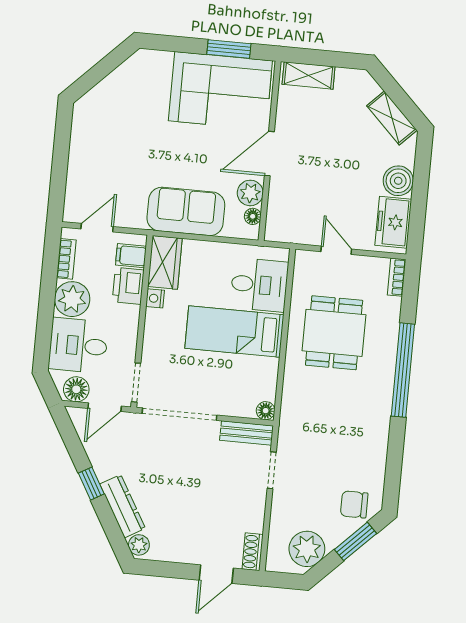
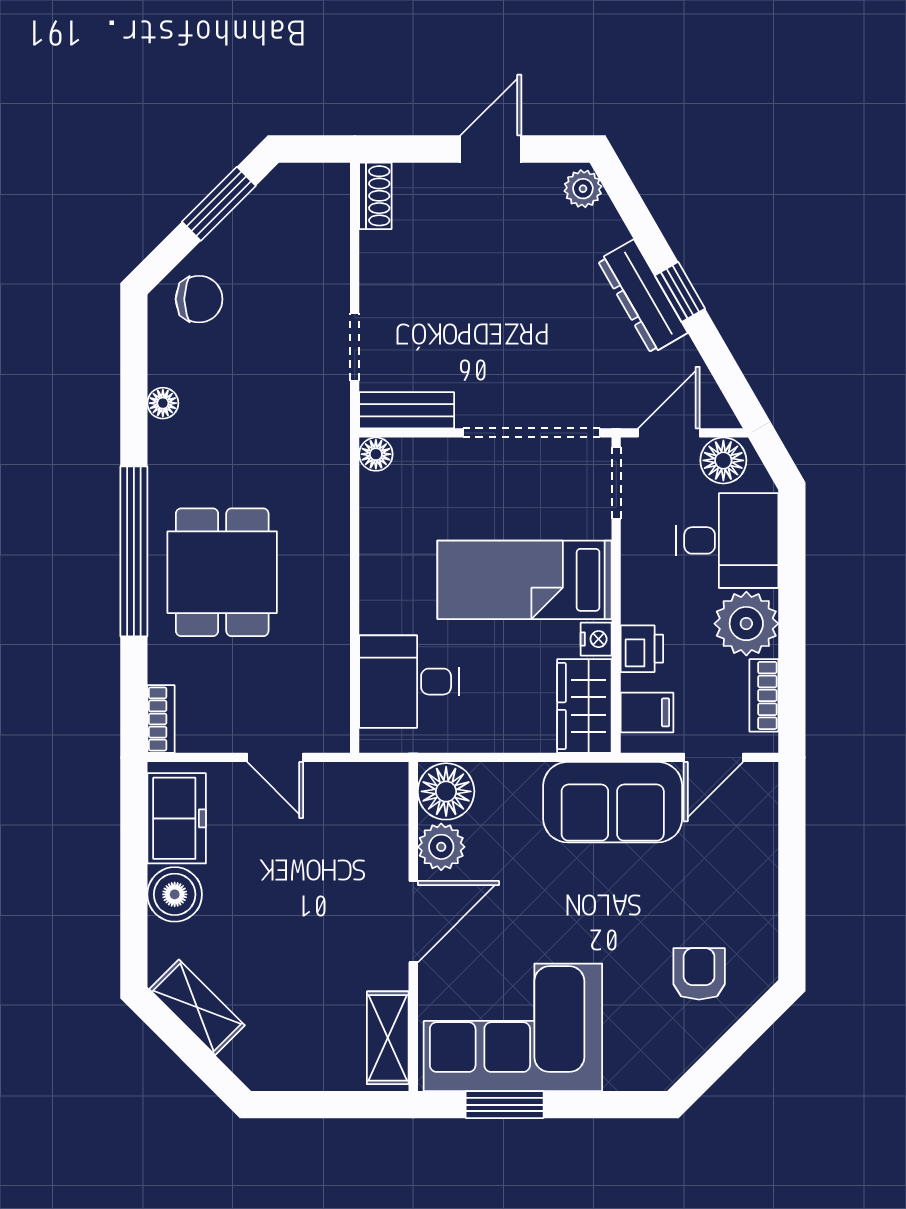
shelving: (309, 75) -> (388, 1038), moved, turned 90
armchair: (116, 110) -> (699, 974), added
sofa: (186, 211) -> (613, 802), moved
floor lamp: (253, 216) -> (446, 791), width x1.89, depth x1.89
printer: (128, 286) -> (642, 649), width x0.73, depth x0.81
bed: (234, 332) -> (524, 580), moved, turned 180
dining table: (334, 333) -> (222, 572), moved
floor lamp: (379, 450) -> (163, 403), added
dresser: (123, 506) -> (643, 297), moved
window: (355, 541) -> (219, 204), moved
plant: (307, 549) -> (277, 210), removed
door: (216, 574) -> (491, 149), moved

